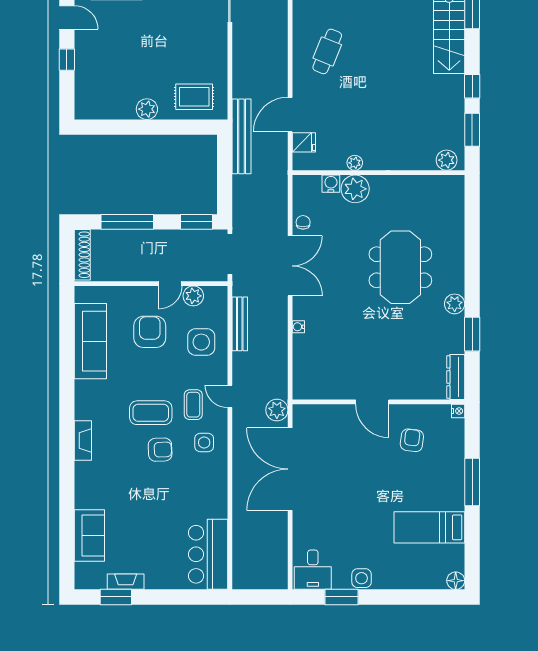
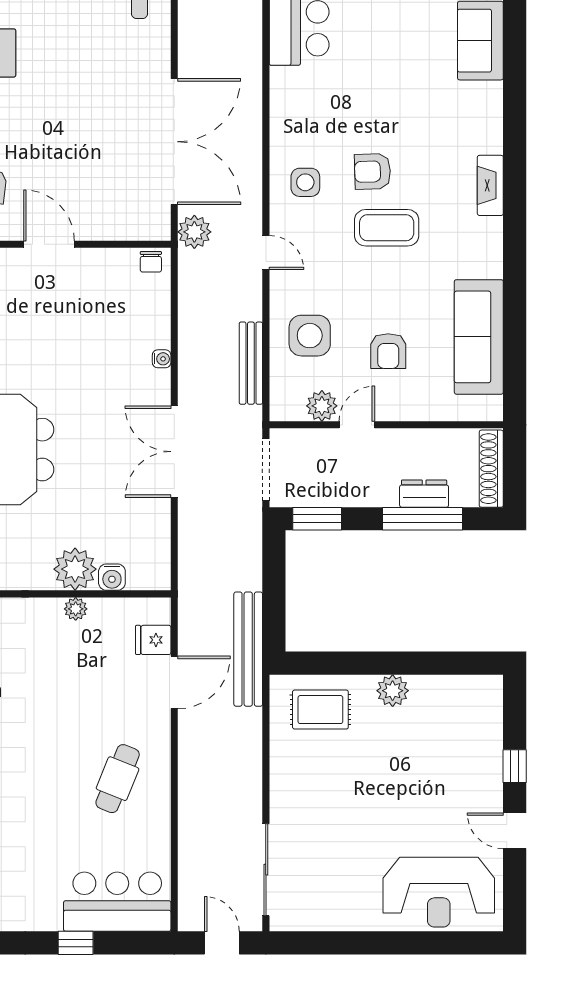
chair: (303, 222) -> (151, 262), moved
dresser: (126, 238) -> (424, 494), added
armchair: (150, 332) -> (388, 351), width x0.72, depth x0.72
coffee table: (193, 405) -> (322, 240), removed

